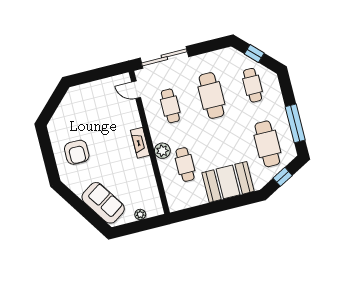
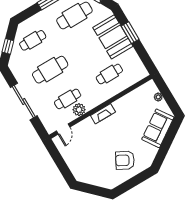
sliding door: (164, 57) -> (24, 102), moved
plant: (162, 151) -> (79, 110), moved
armchair: (77, 152) -> (125, 160), turned -152
window: (227, 204) -> (130, 33), added

